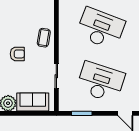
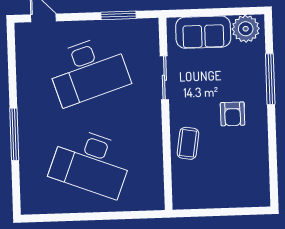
armchair: (17, 54) -> (233, 114), turned -90
desk: (101, 82) -> (88, 70), turned -36

